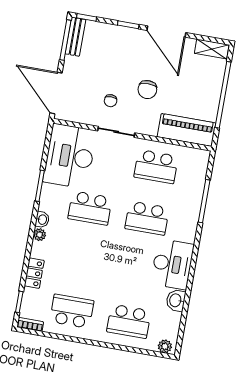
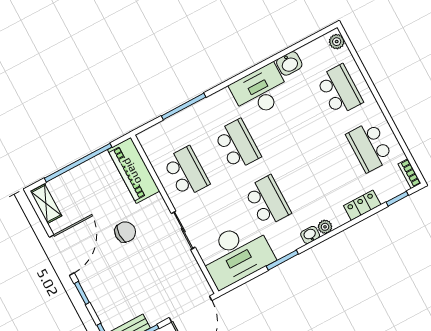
chair: (111, 101) -> (160, 256), removed

